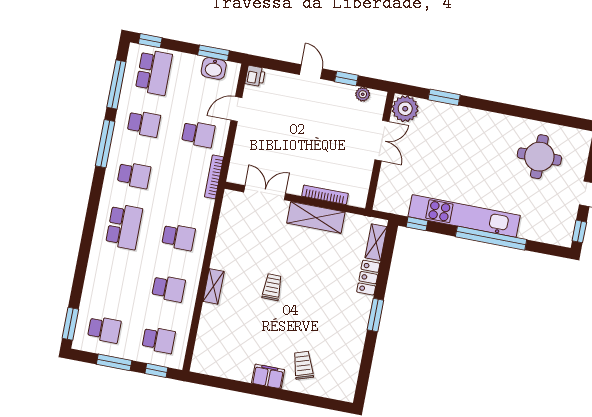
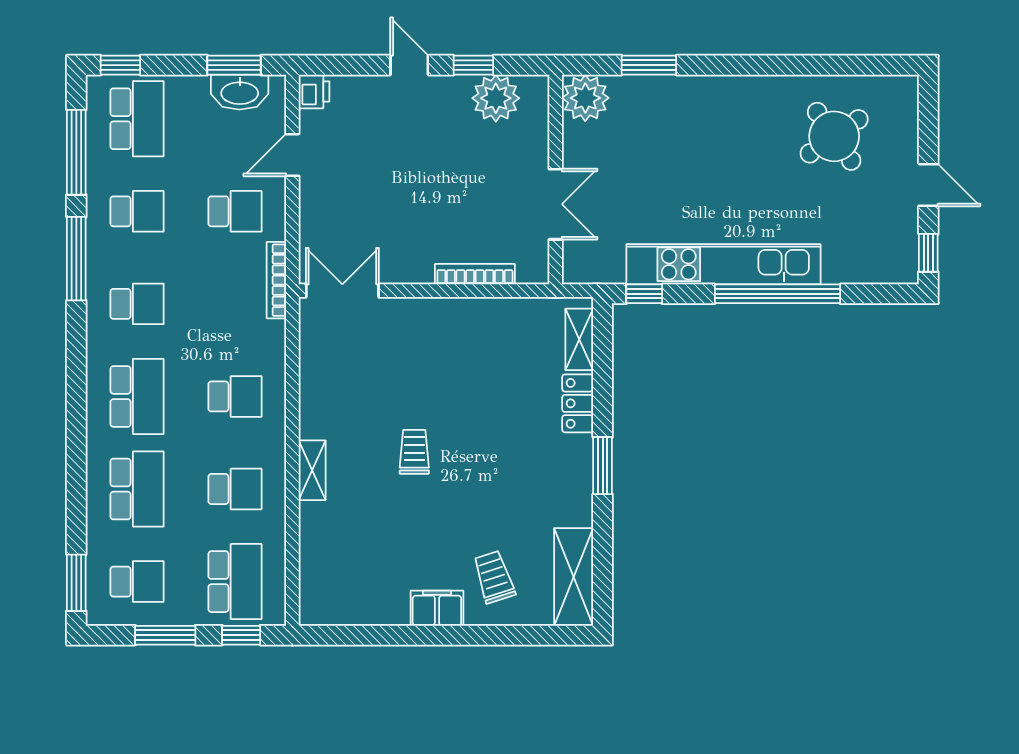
washbasin: (214, 68) -> (240, 92), width x1.38
plant: (363, 94) -> (496, 98), width x1.88, depth x1.88
double door: (382, 141) -> (556, 204), moved
round table: (539, 157) -> (834, 136), turned -35
double door: (265, 193) -> (342, 291), moved
shelving: (316, 217) -> (574, 577), moved, turned 90
school desk: (114, 278) -> (137, 489), added
school desk: (159, 340) -> (235, 582), width x1.85

